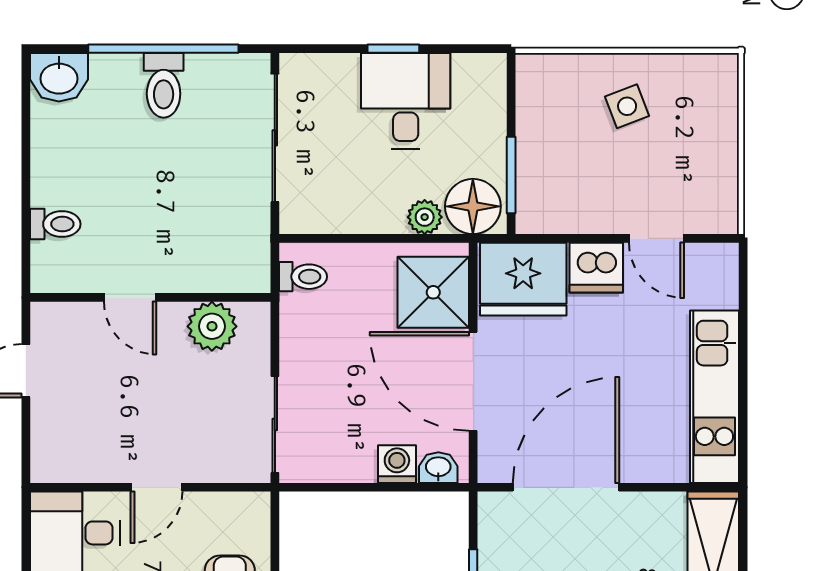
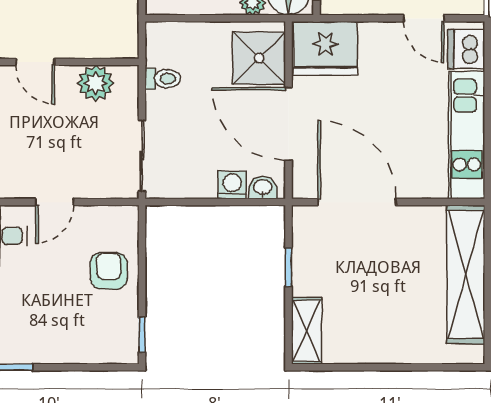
dishwasher: (596, 268) -> (466, 49), moved, turned 90
toilet: (303, 277) -> (163, 79), moved
door: (566, 487) -> (357, 202), hinge flipped

